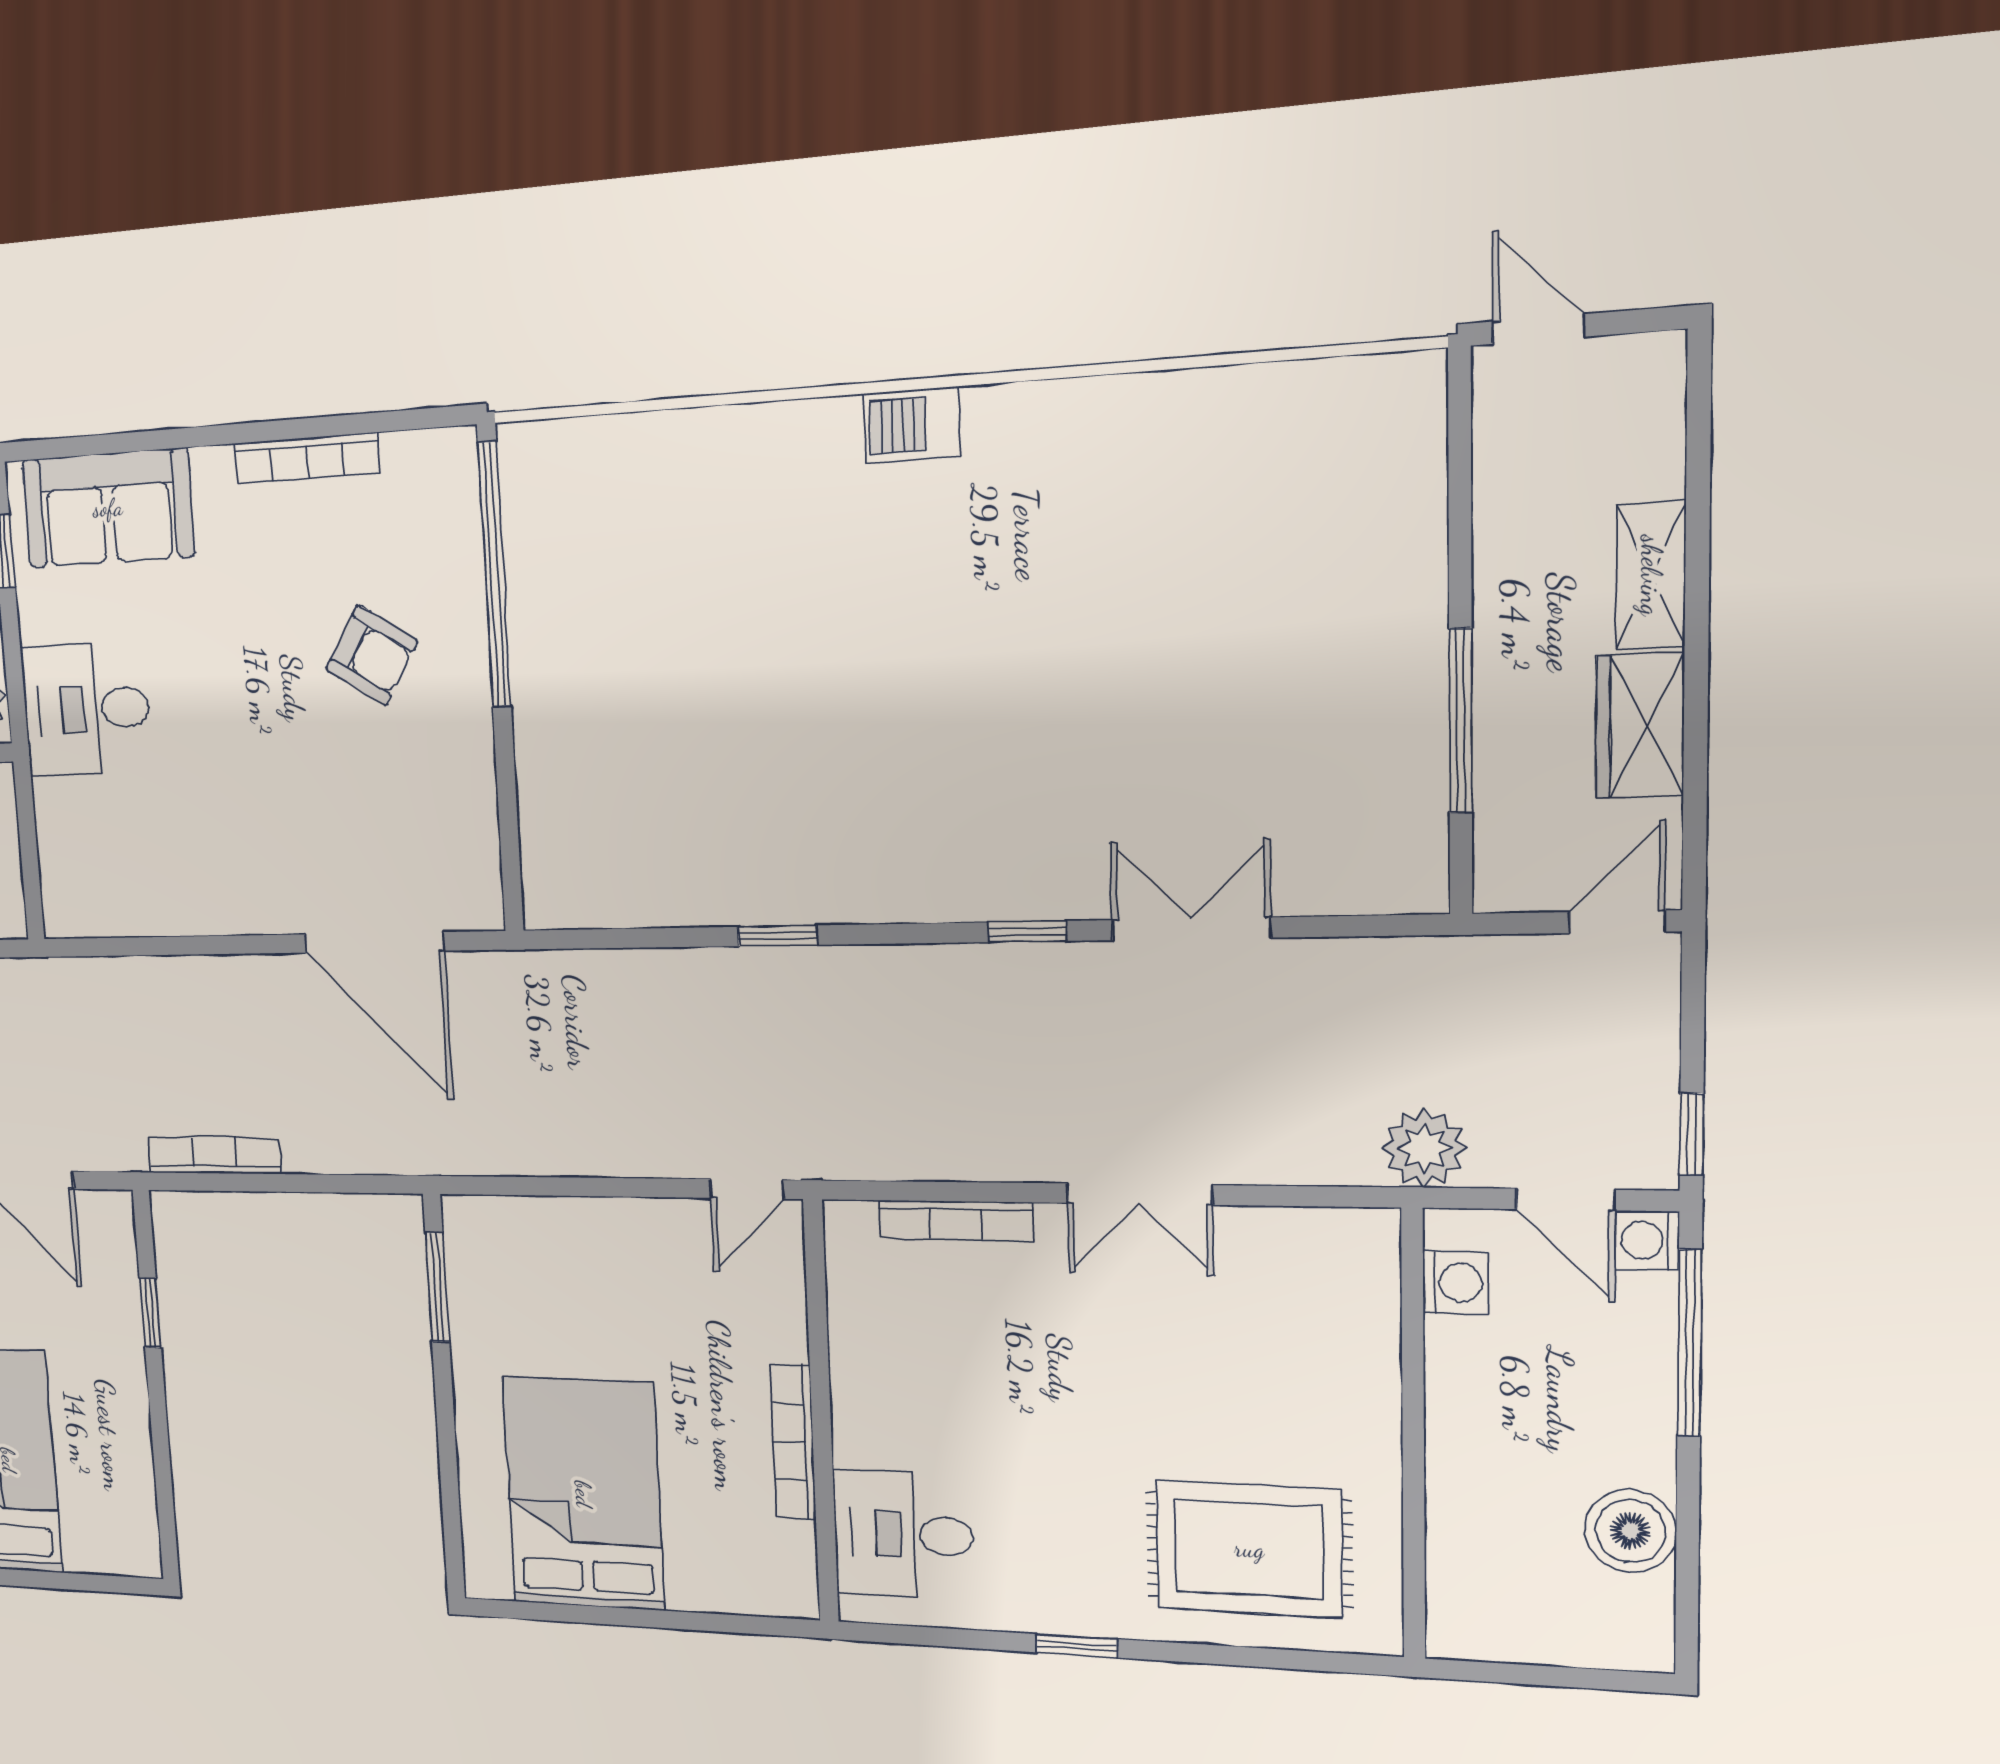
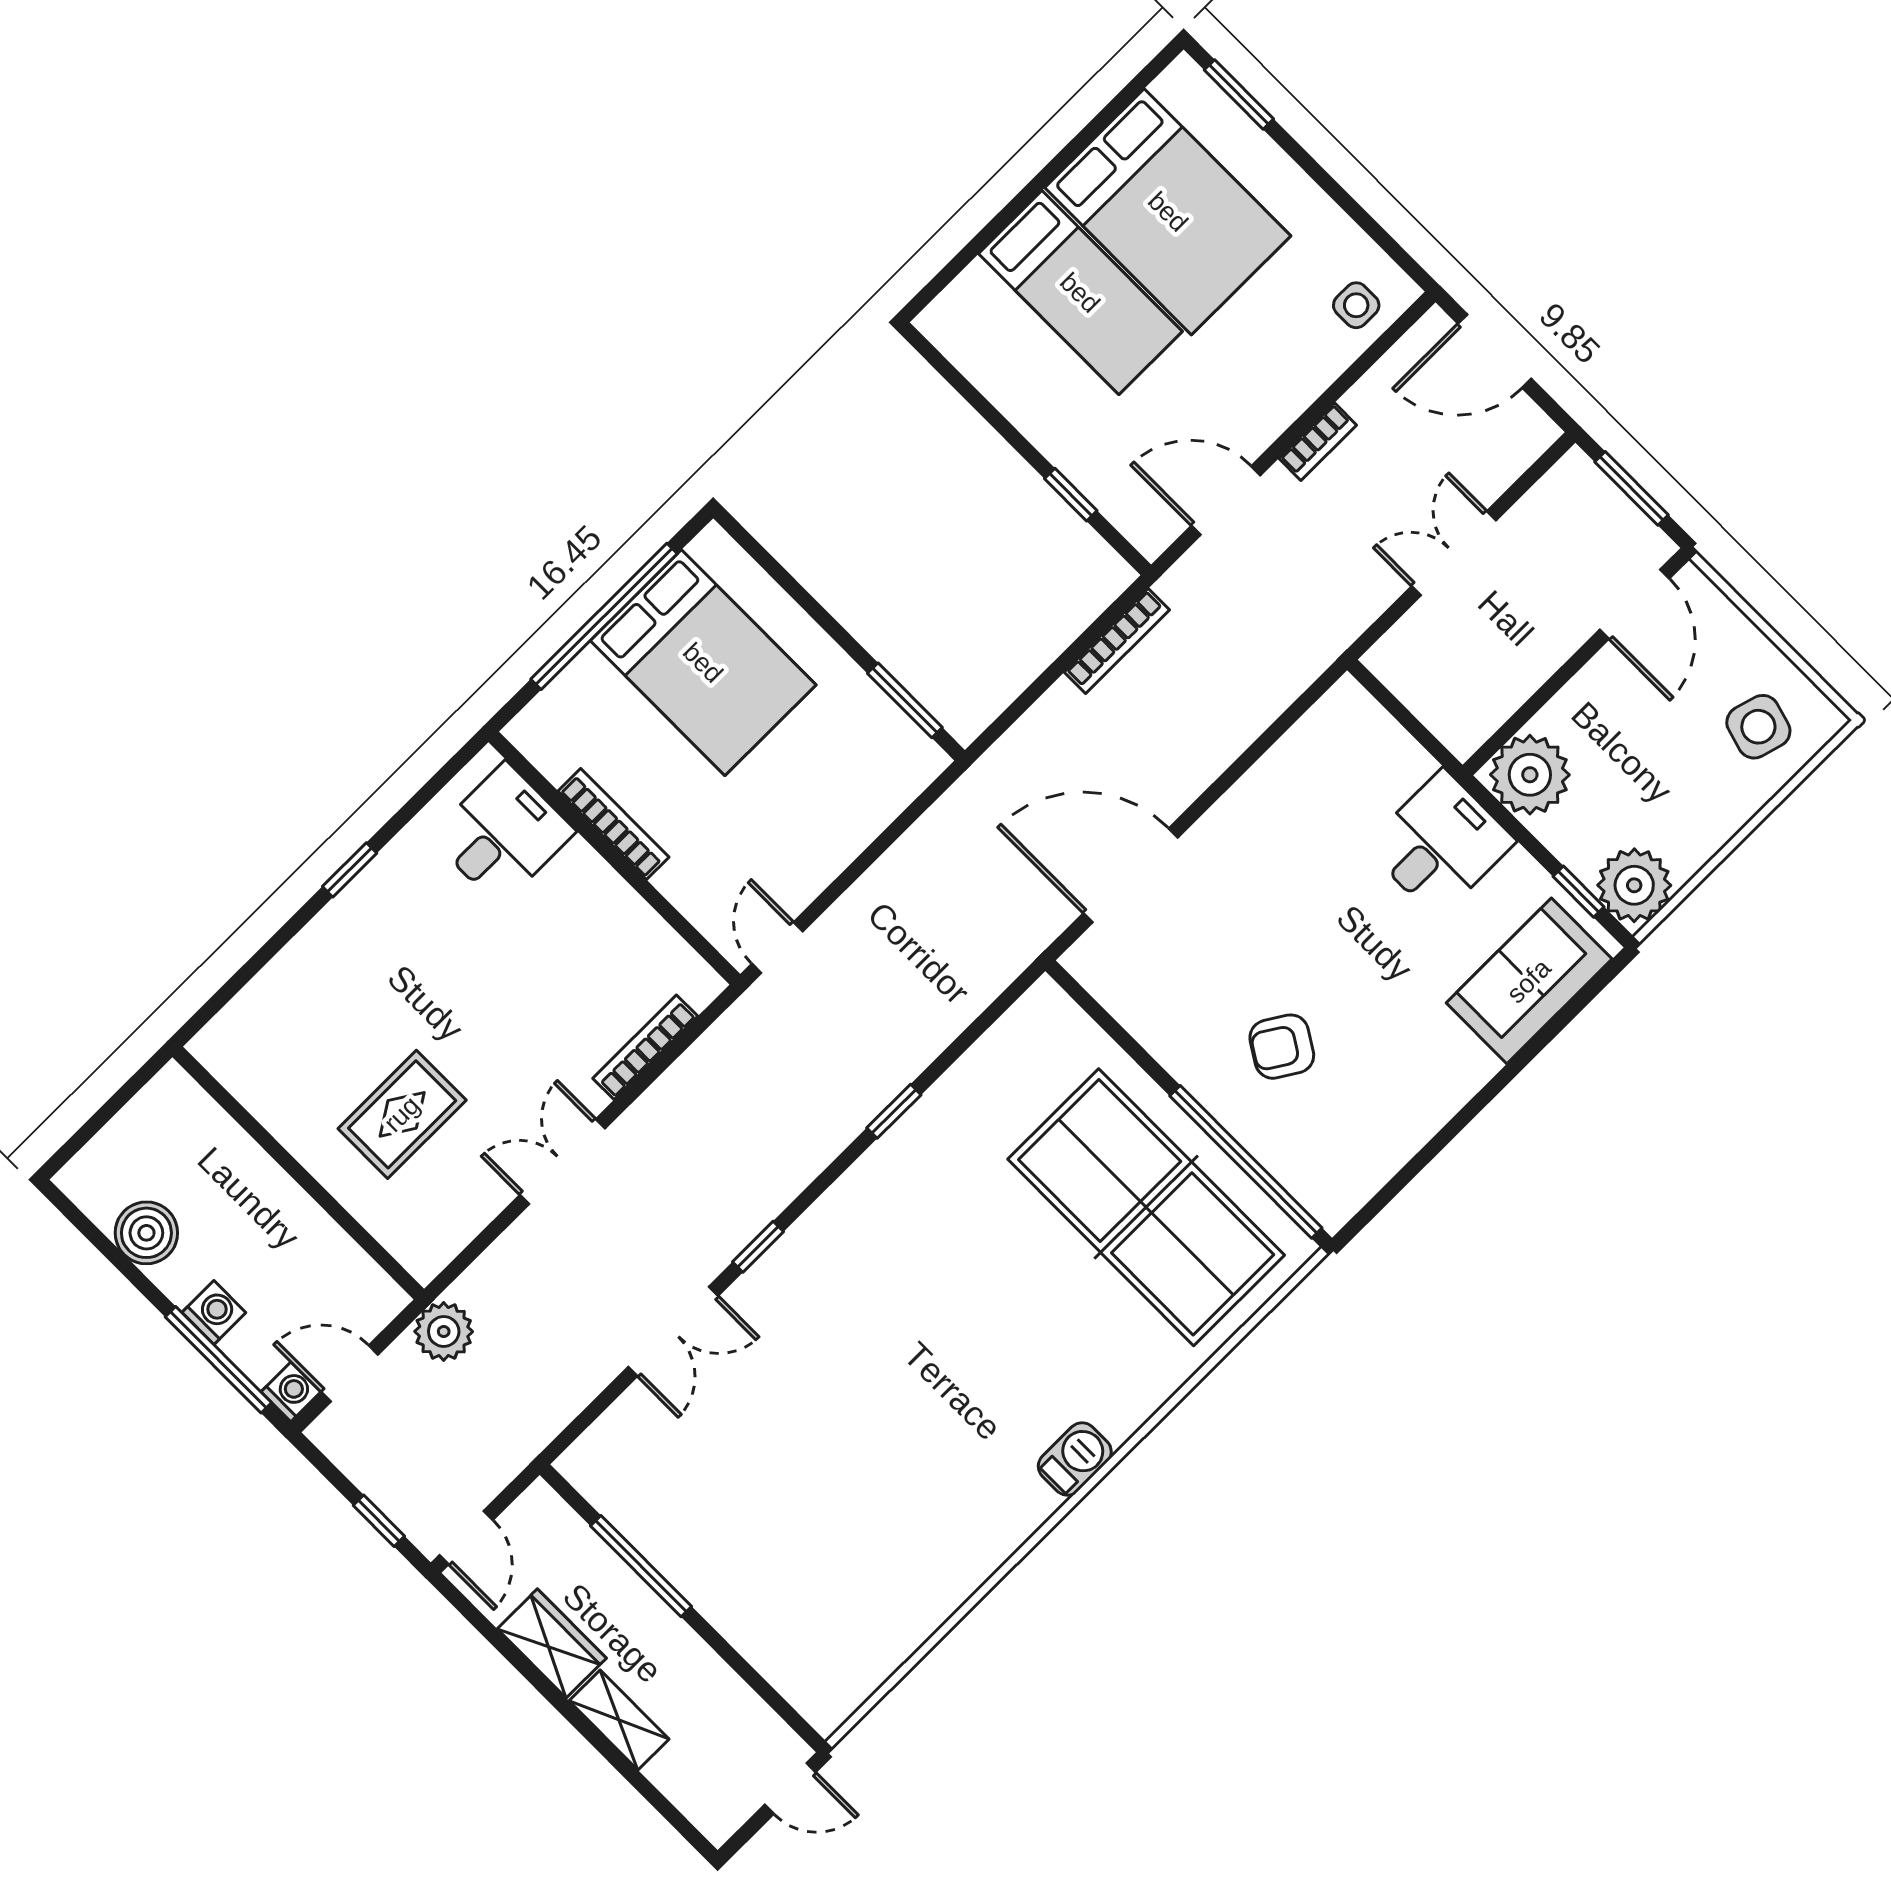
bookcase: (307, 458) -> (1423, 1125), removed
table tennis table: (623, 618) -> (1146, 1207), added
window: (1692, 1134) -> (379, 1521), moved
washing machine: (1456, 1283) -> (214, 1312), moved, turned 180
rug: (1249, 1549) -> (402, 1114), moved, width x0.73, depth x0.70
window: (634, 1617) -> (604, 616), added

